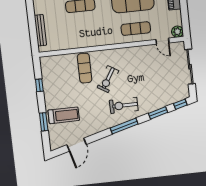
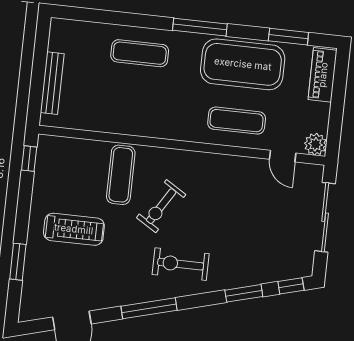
window: (39, 85) -> (29, 159), moved
treadmill: (64, 115) -> (74, 229), moved
window: (124, 126) -> (149, 308), moved

